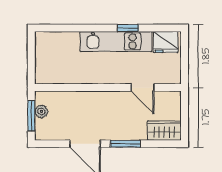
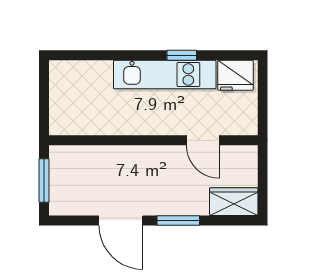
plant: (41, 111) -> (58, 174), removed

